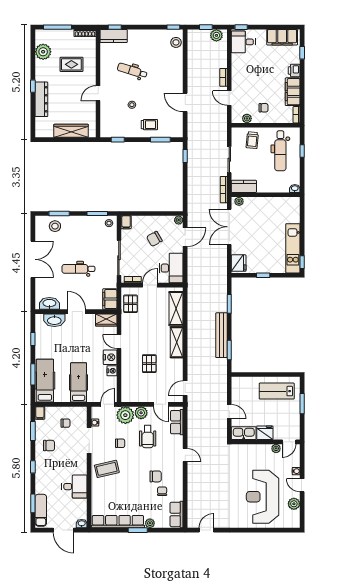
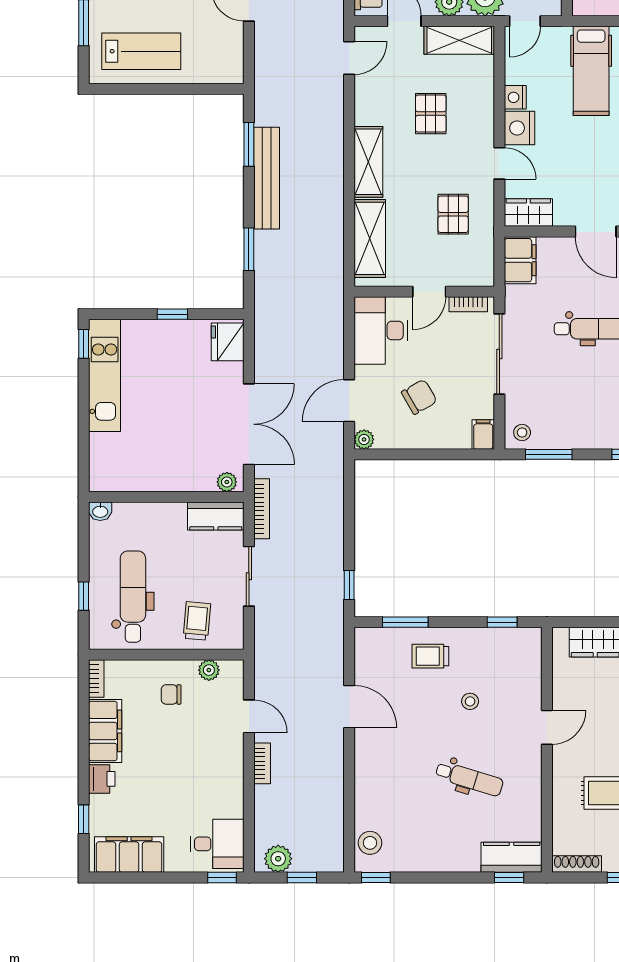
pallet: (130, 304) -> (453, 214), moved
shelving: (137, 396) -> (459, 40), added

